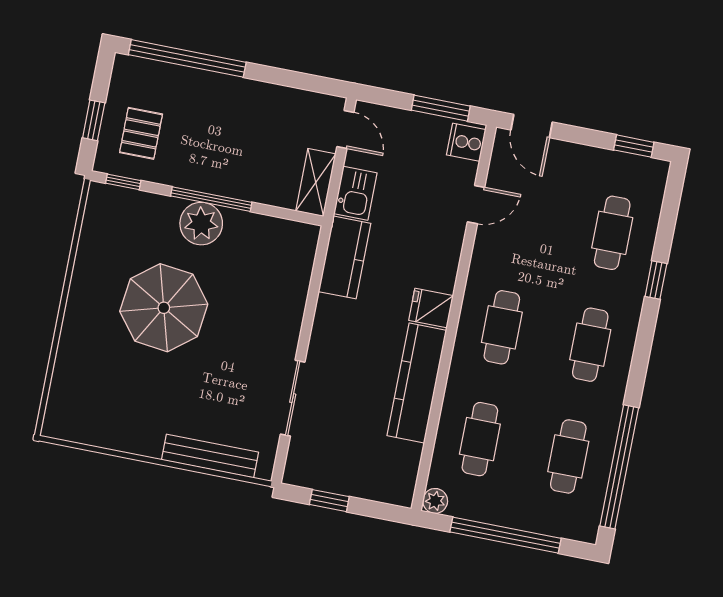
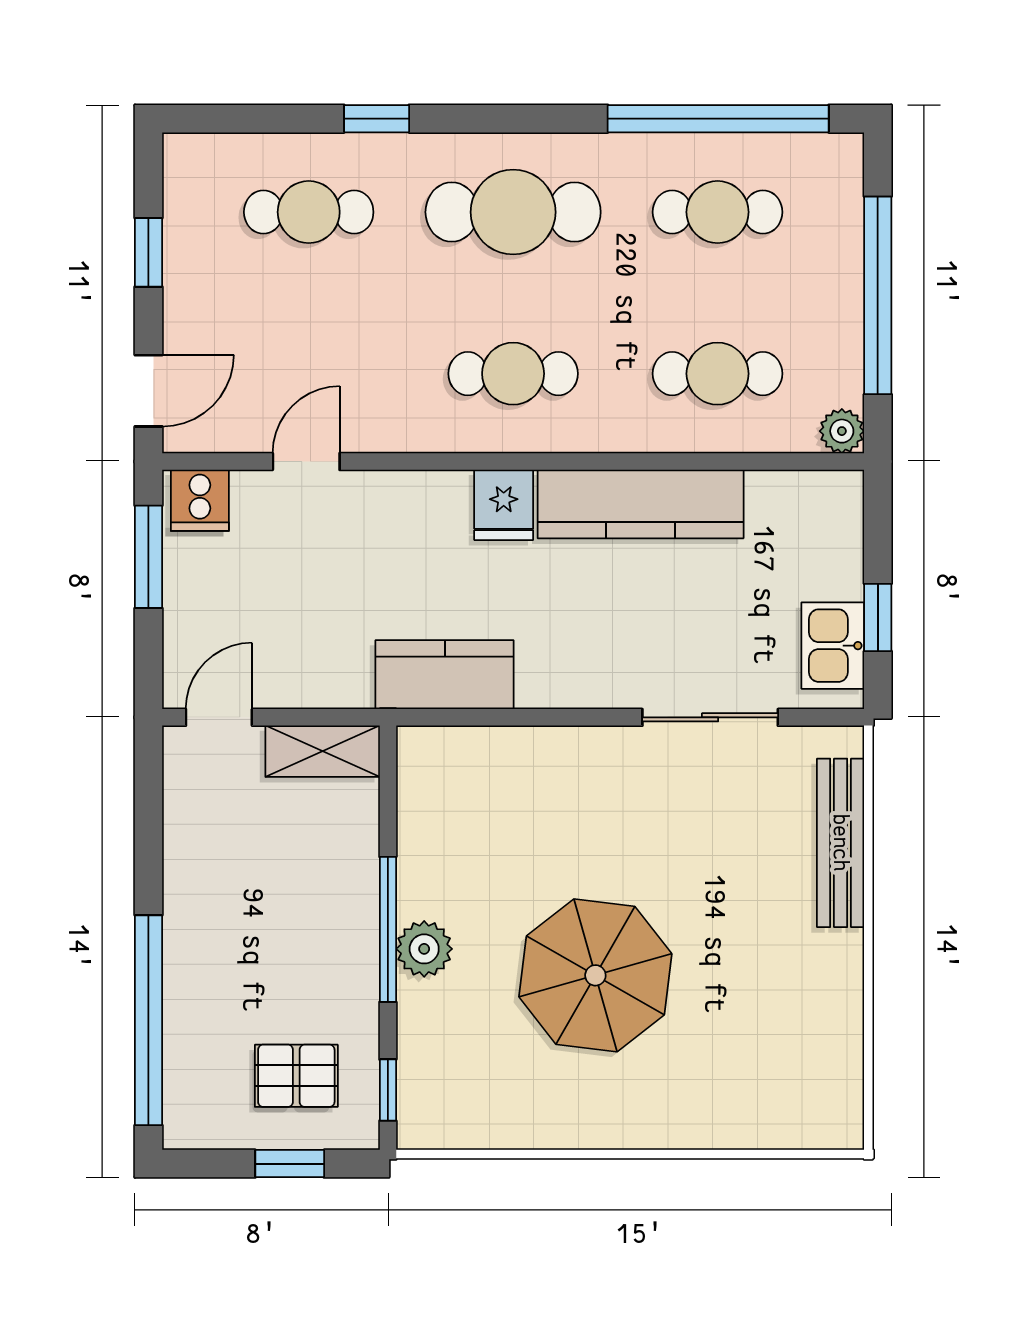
window: (634, 146) -> (148, 252), moved
kitchen sink: (355, 193) -> (833, 646), moved, turned -90
door: (476, 205) -> (306, 462), hinge flipped
plant: (201, 224) -> (424, 949), width x0.73, depth x0.73
cafe table: (590, 345) -> (513, 212), width x1.37, depth x1.35

